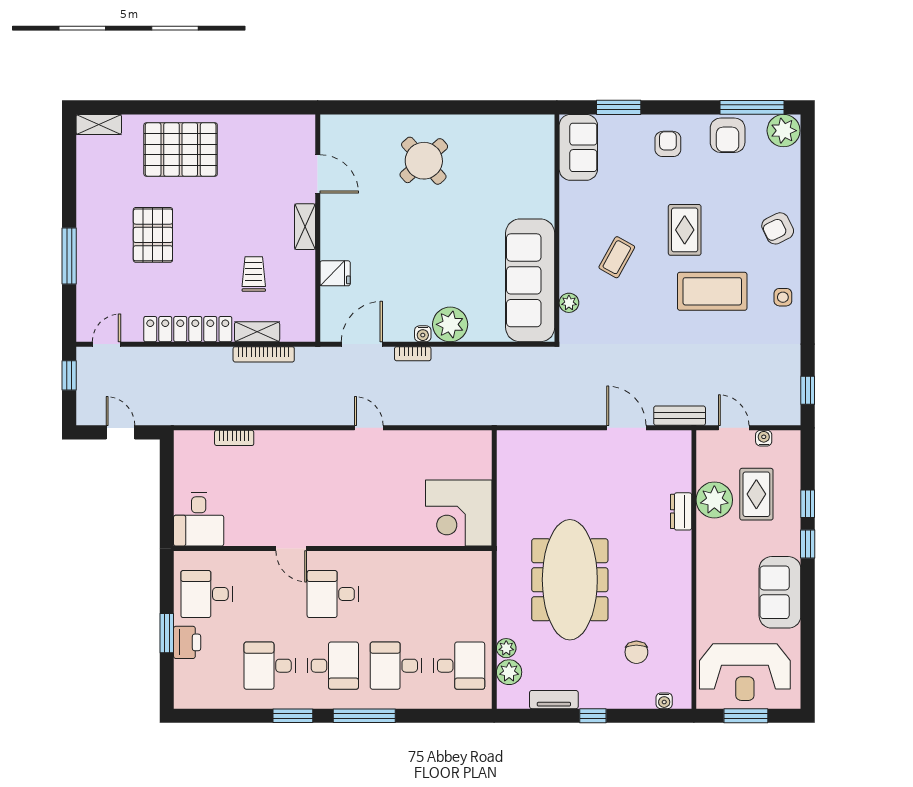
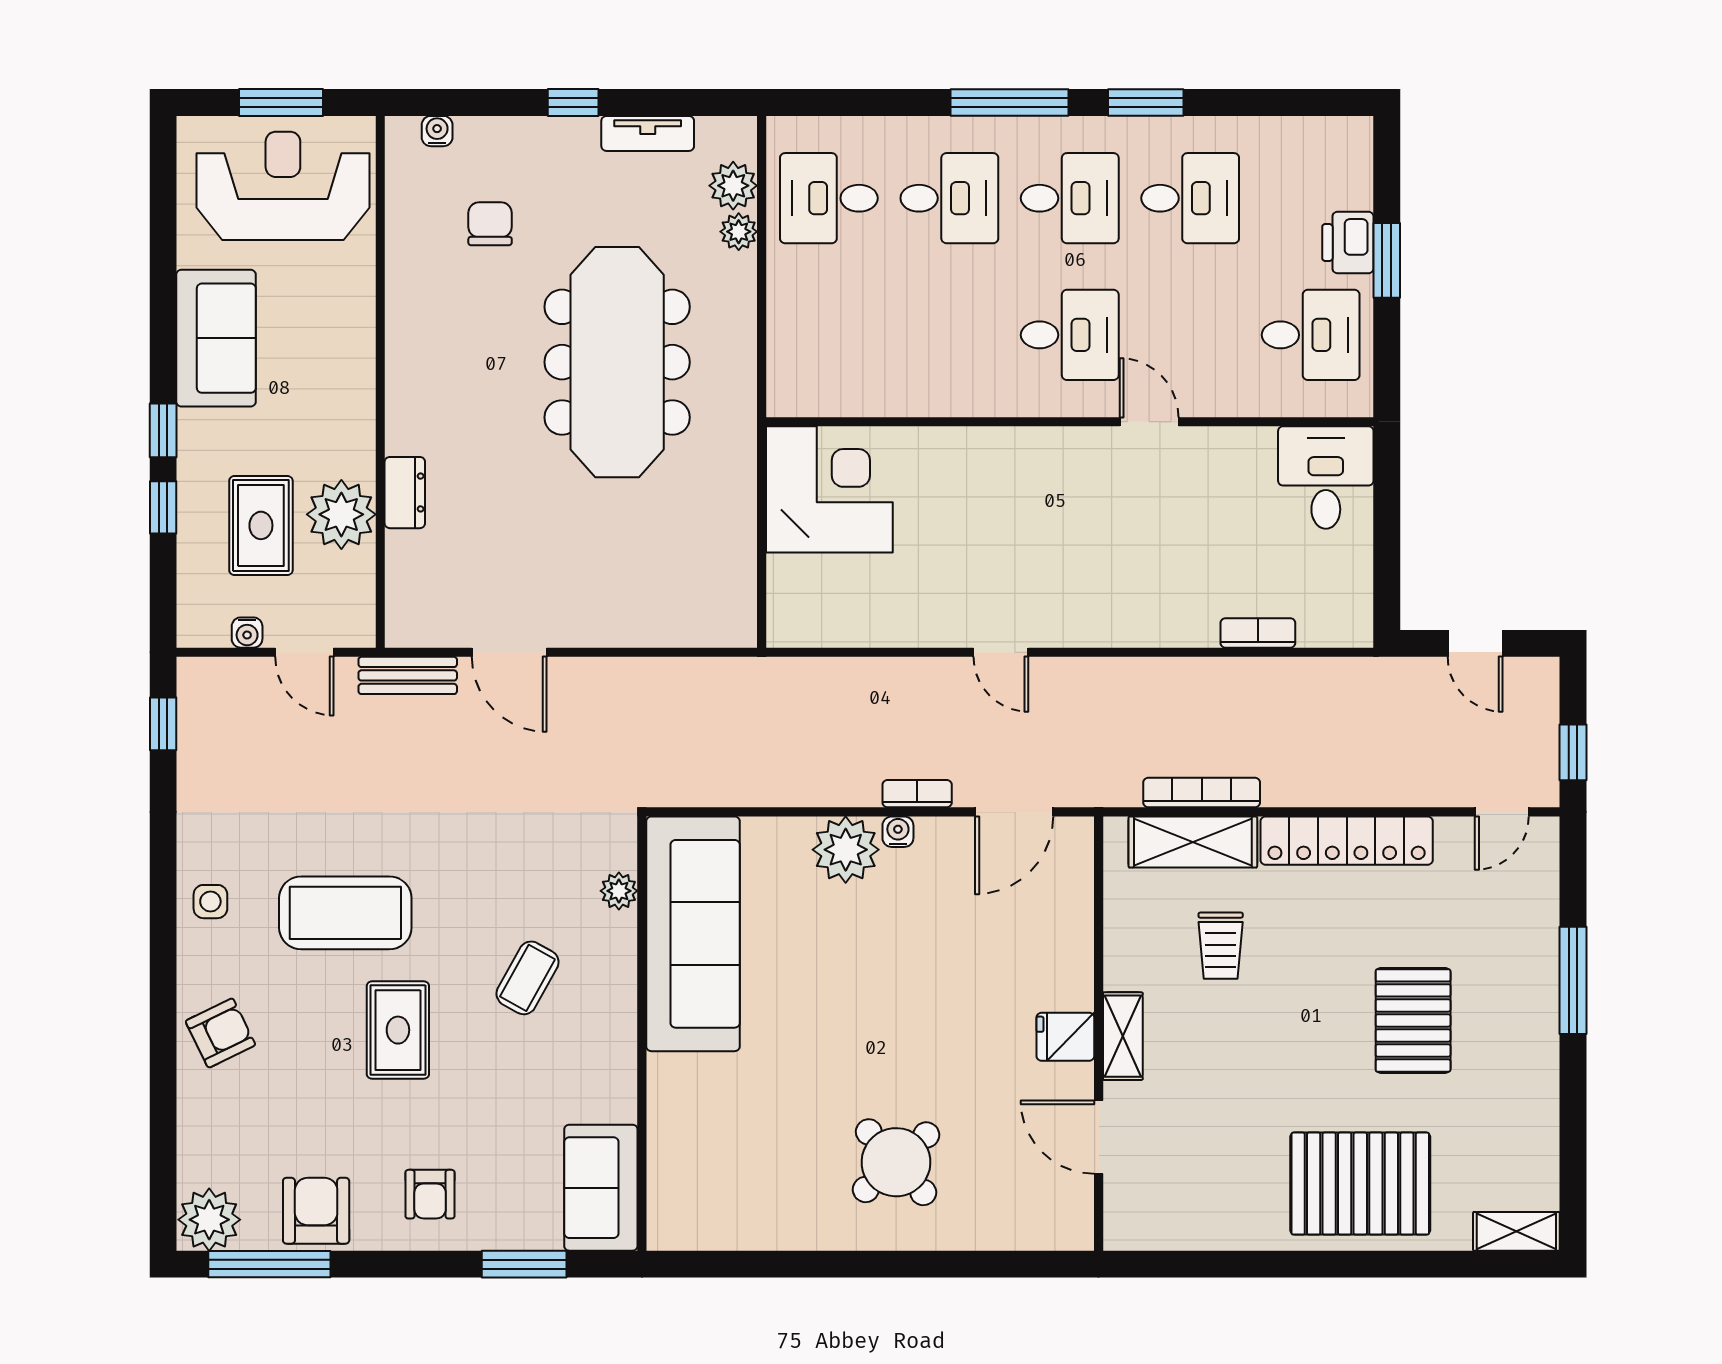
fridge: (335, 273) -> (1065, 1037), moved
shelving: (257, 332) -> (1193, 842), width x1.50, depth x1.33
desk: (333, 666) -> (1070, 198), turned 180

